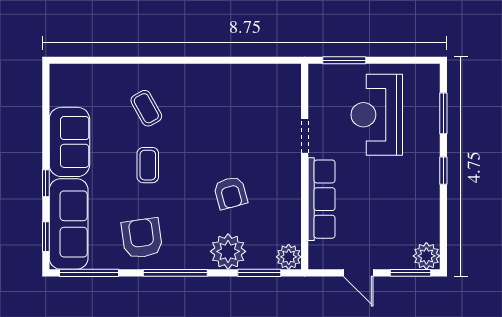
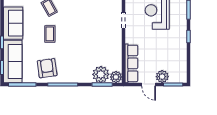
armchair: (230, 193) -> (89, 47), removed
row of seats: (322, 199) -> (131, 63), moved
plant: (228, 251) -> (101, 74), moved
plant: (426, 256) -> (162, 77), moved

